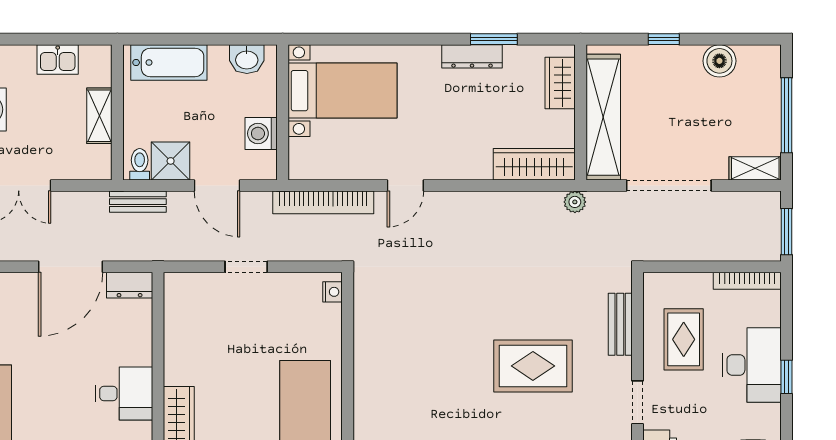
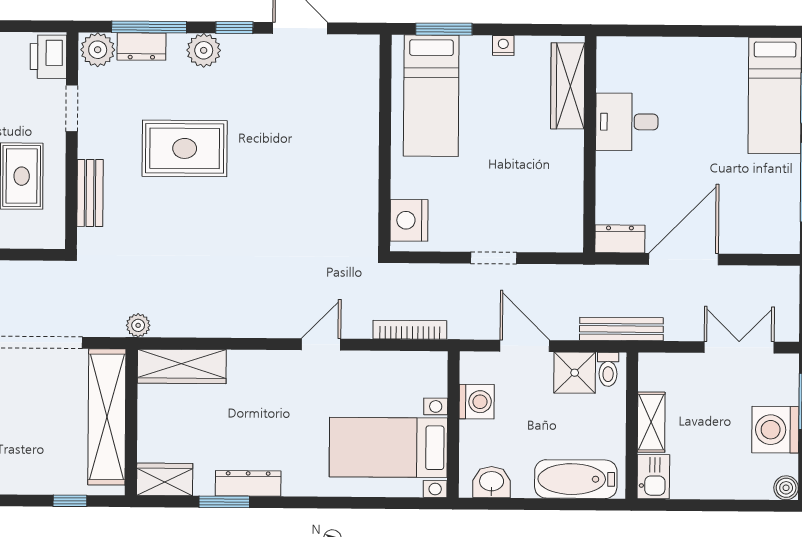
window: (664, 39) -> (70, 501), moved
kitchen sink: (58, 59) -> (653, 477), moved, turned 90
wardrobe: (560, 83) -> (165, 479), moved, turned -90
bench: (138, 202) -> (621, 329), width x1.36
bookcase: (323, 202) -> (410, 330), width x0.68, depth x0.76
nightstand: (333, 292) -> (409, 220), width x1.89, depth x1.79

